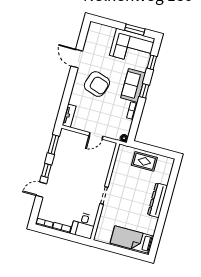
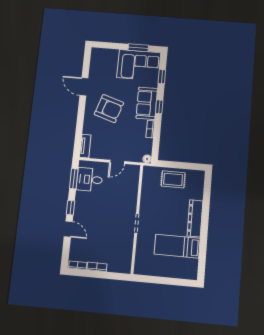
door: (41, 190) -> (68, 229), swing flipped
desk: (83, 225) -> (90, 179), moved, turned 90
bed: (132, 240) -> (177, 246), moved

